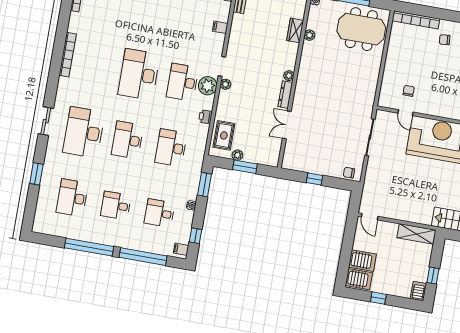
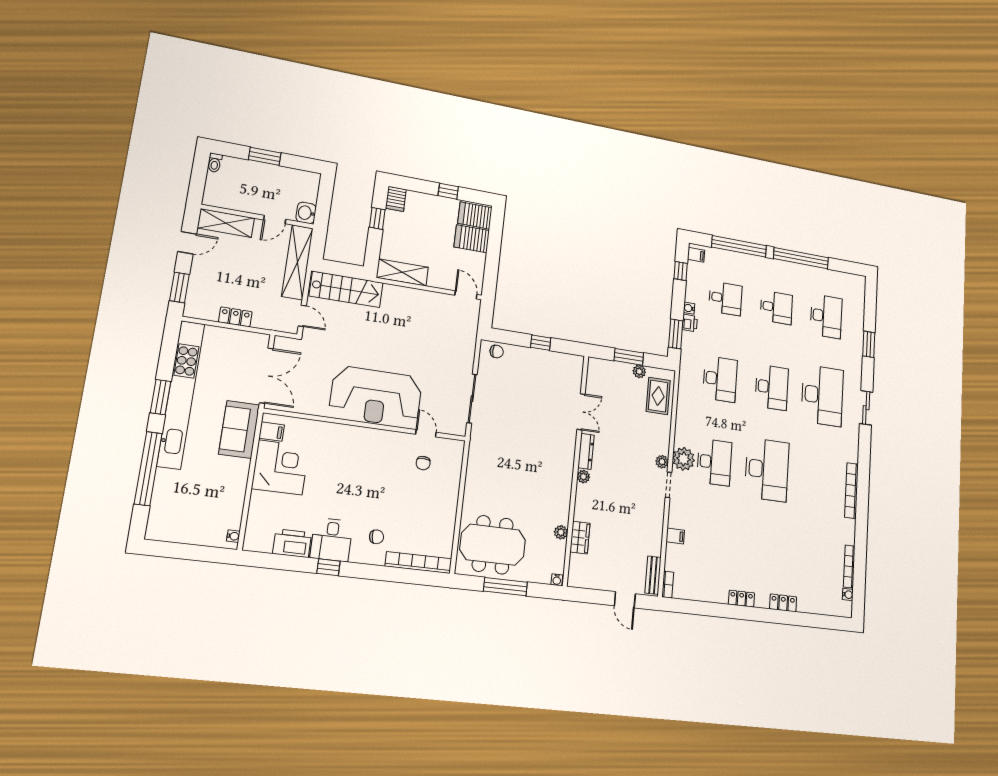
printer: (205, 117) -> (690, 323), moved

